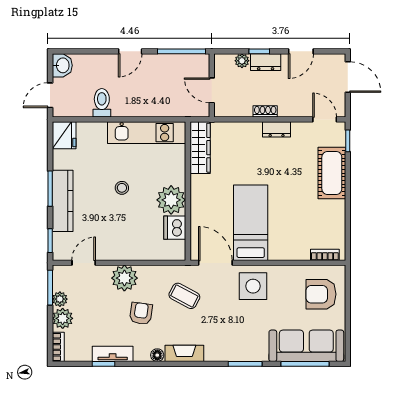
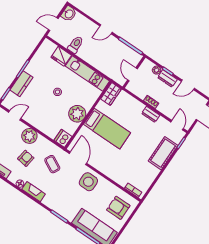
fridge: (64, 135) -> (61, 56), moved, turned 90
wardrobe: (200, 148) -> (111, 94), width x0.67
kitchen counter: (63, 201) -> (21, 84), width x0.67
bed: (251, 223) -> (107, 129), moved, turned 90
dishwasher: (175, 228) -> (63, 138), moved

